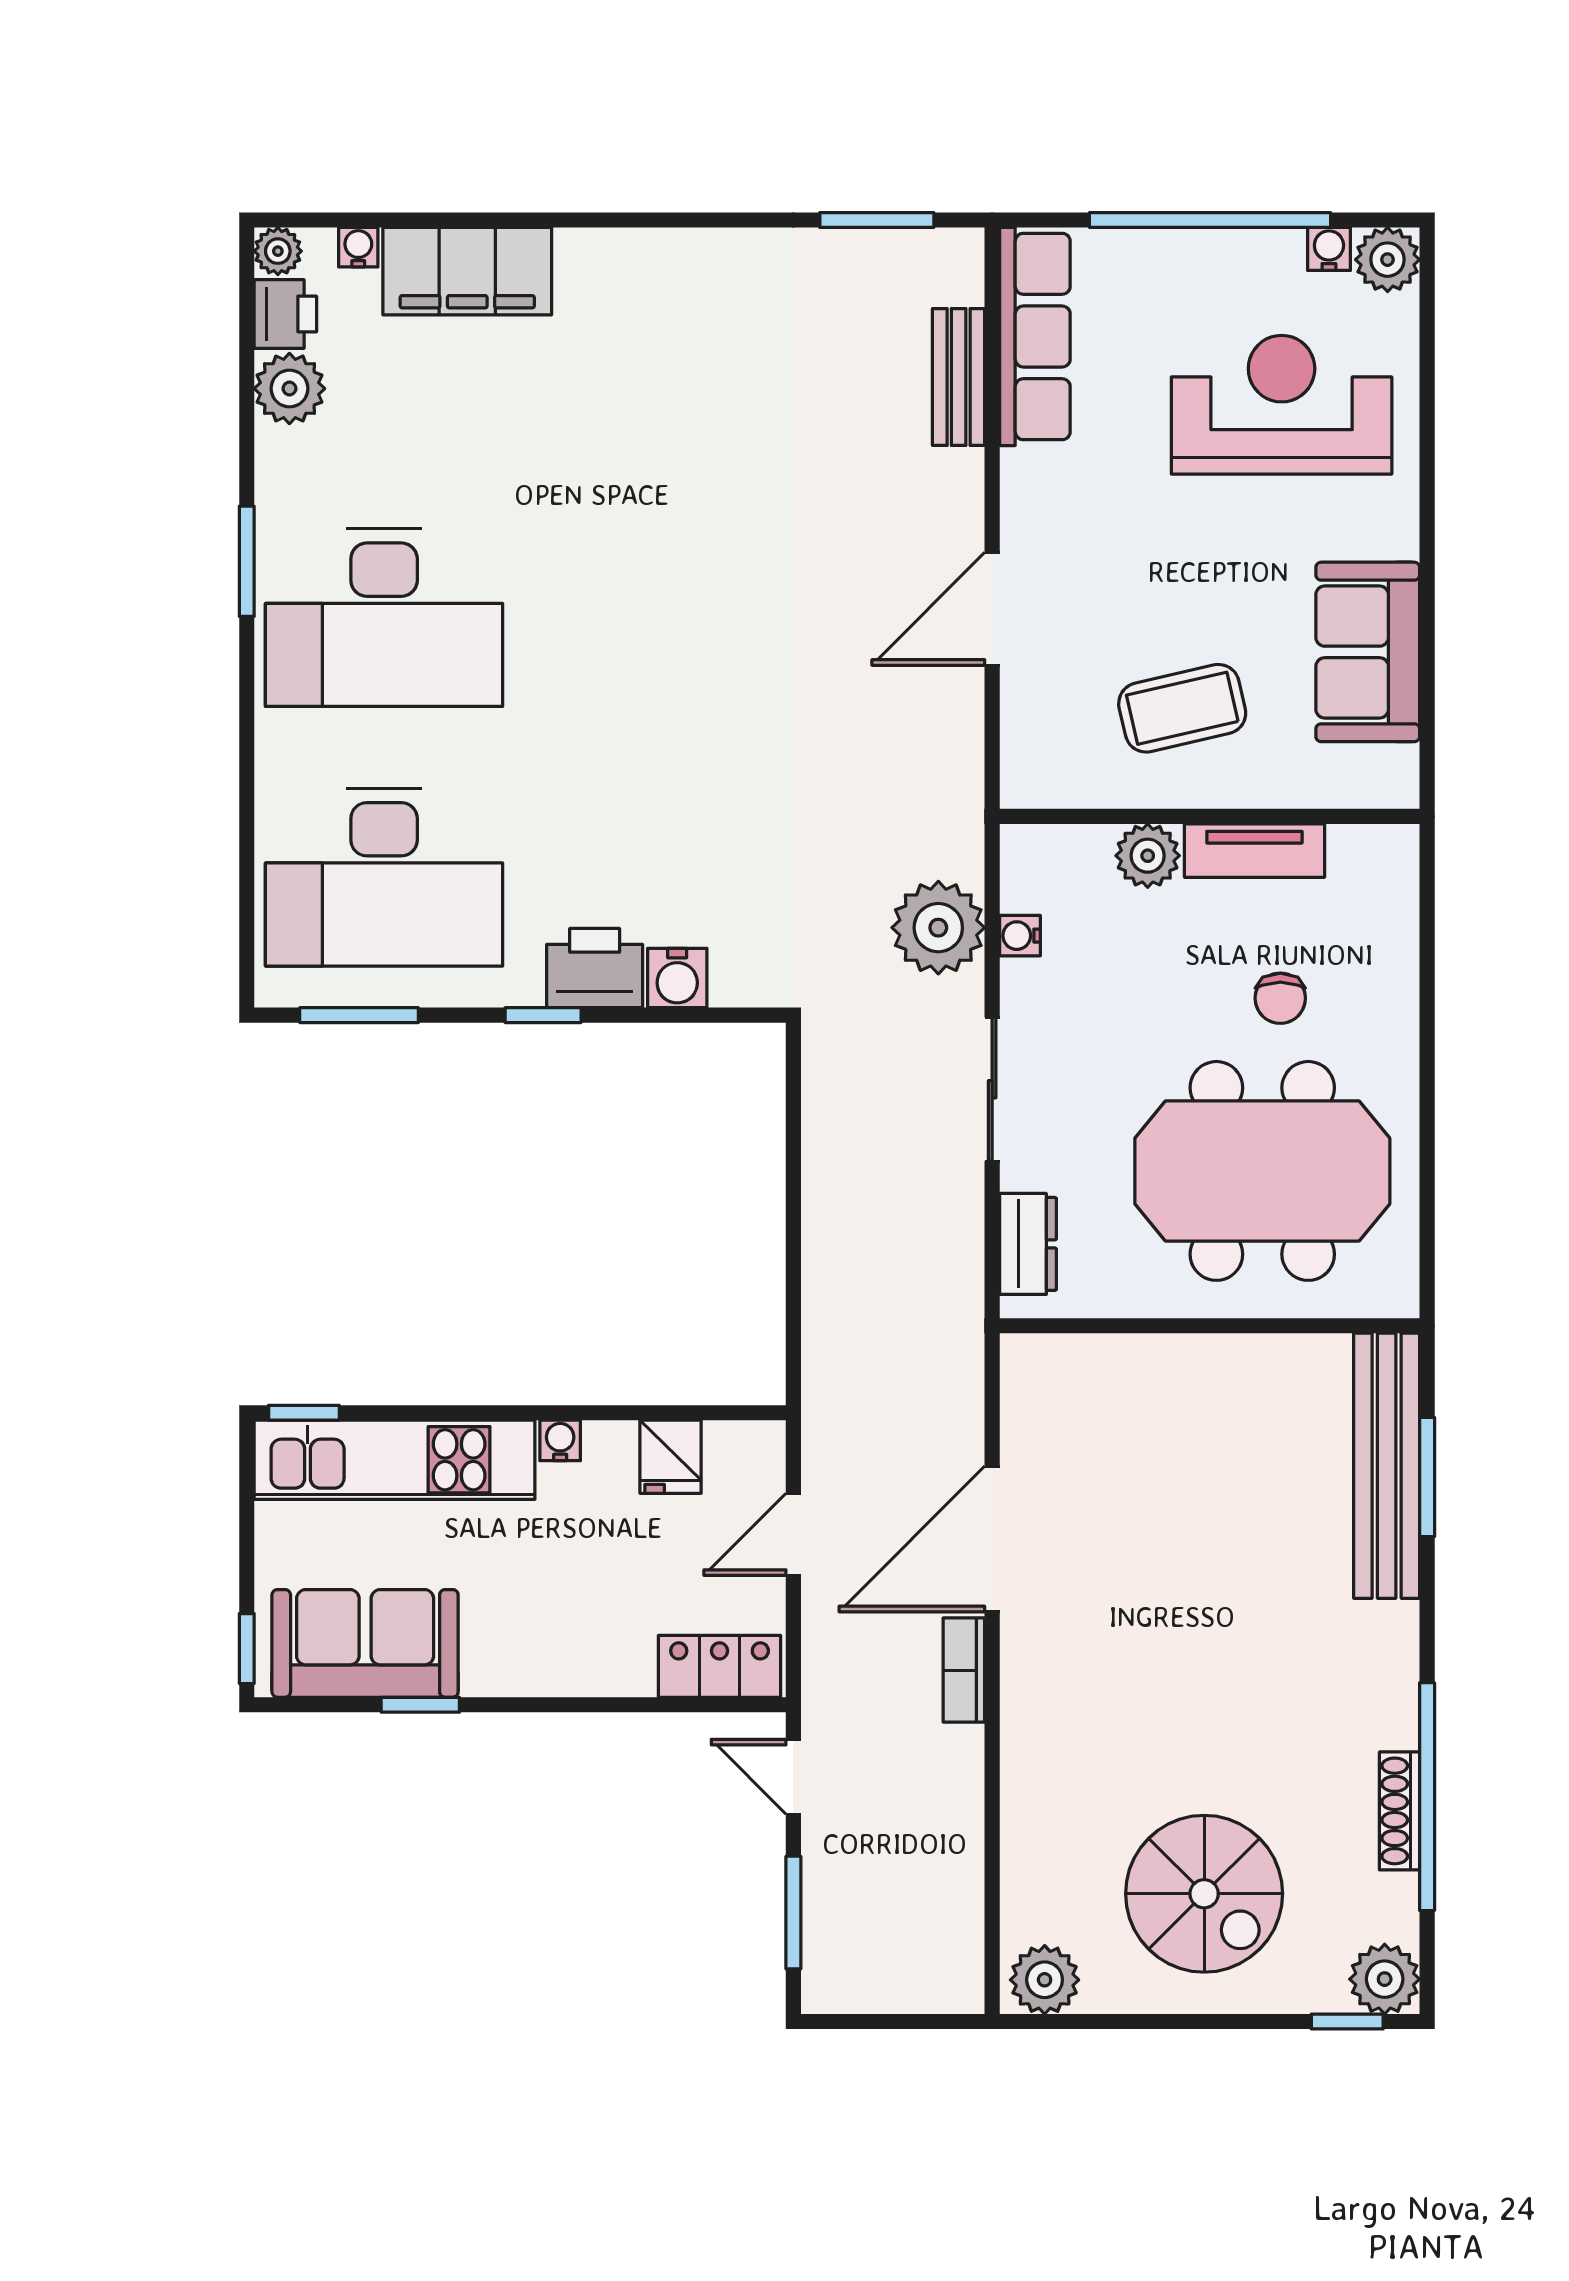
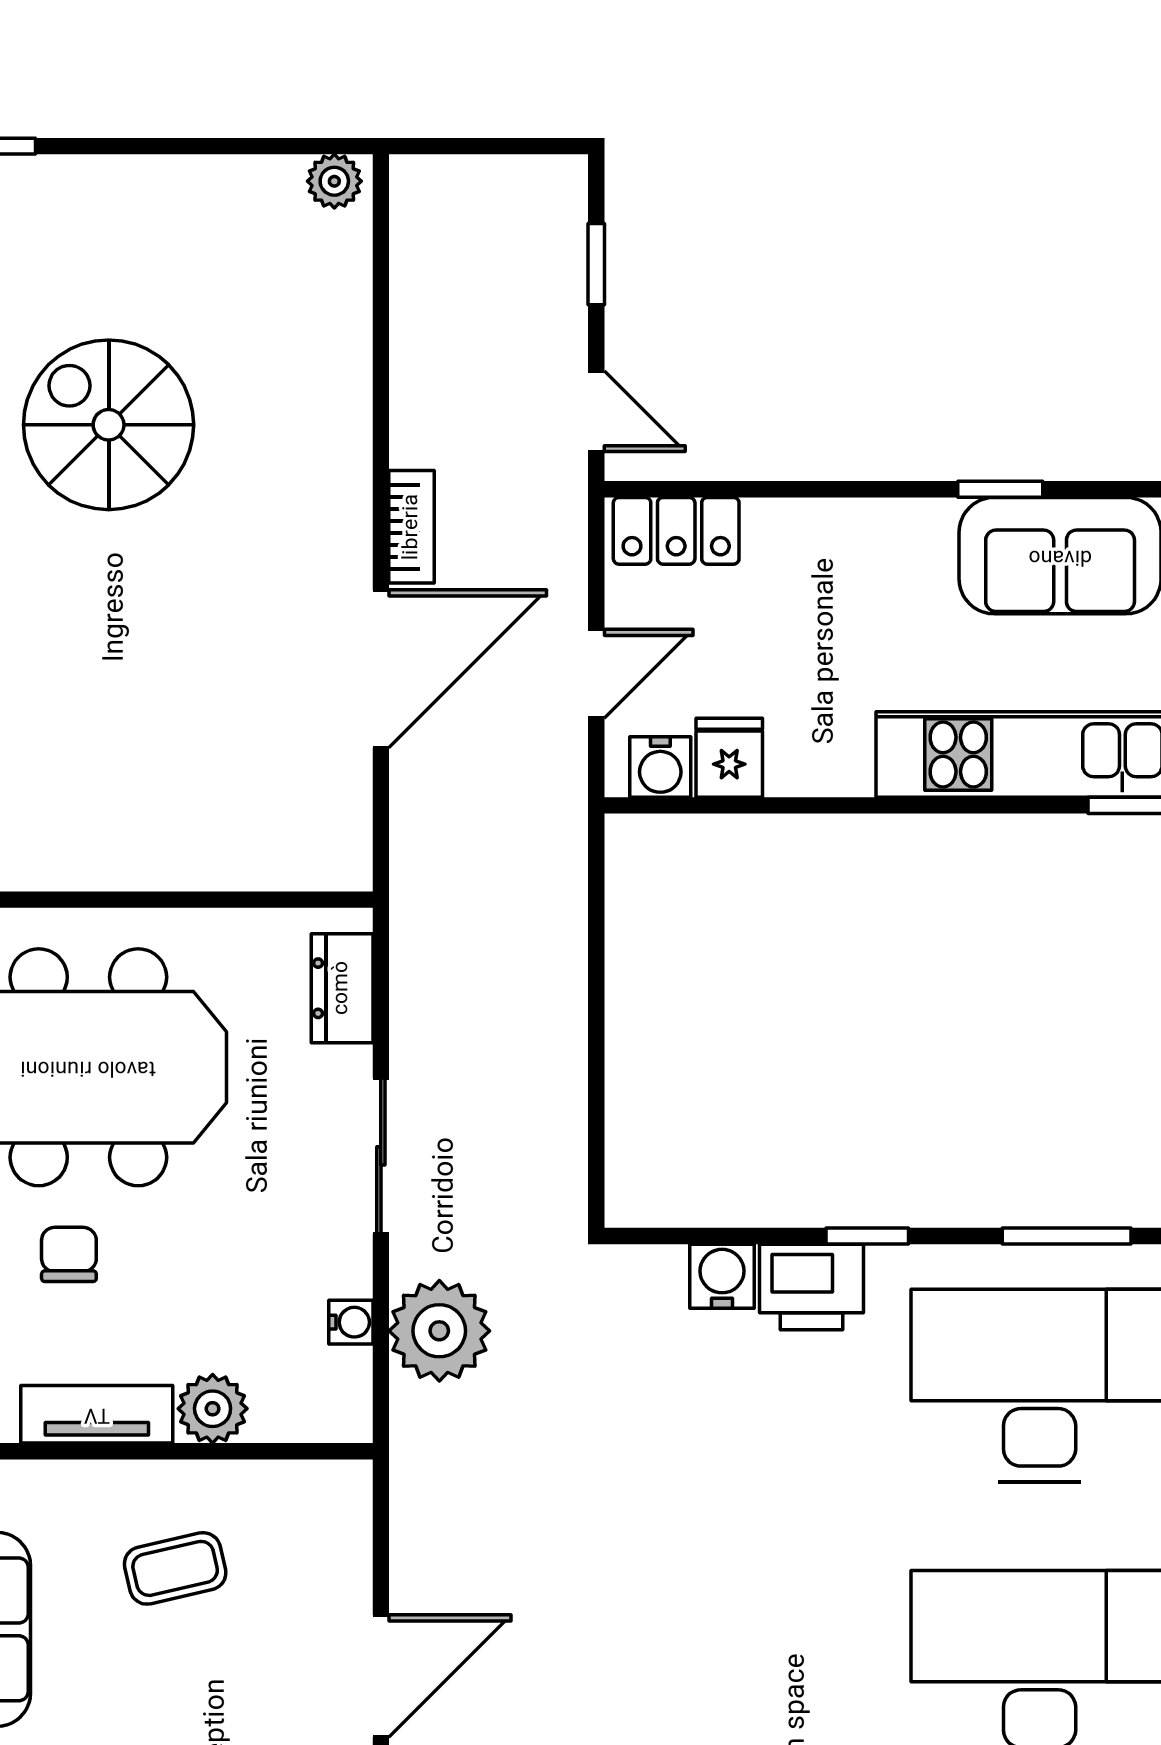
coffee table: (1182, 708) -> (175, 1568), width x0.73, depth x0.77
water cooler: (560, 1440) -> (660, 767), moved, width x1.38, depth x1.38
spiral stairs: (1204, 1894) -> (109, 425), moved
window: (793, 1913) -> (596, 264), width x0.67
plant: (1045, 1980) -> (334, 181), width x0.73, depth x0.73

